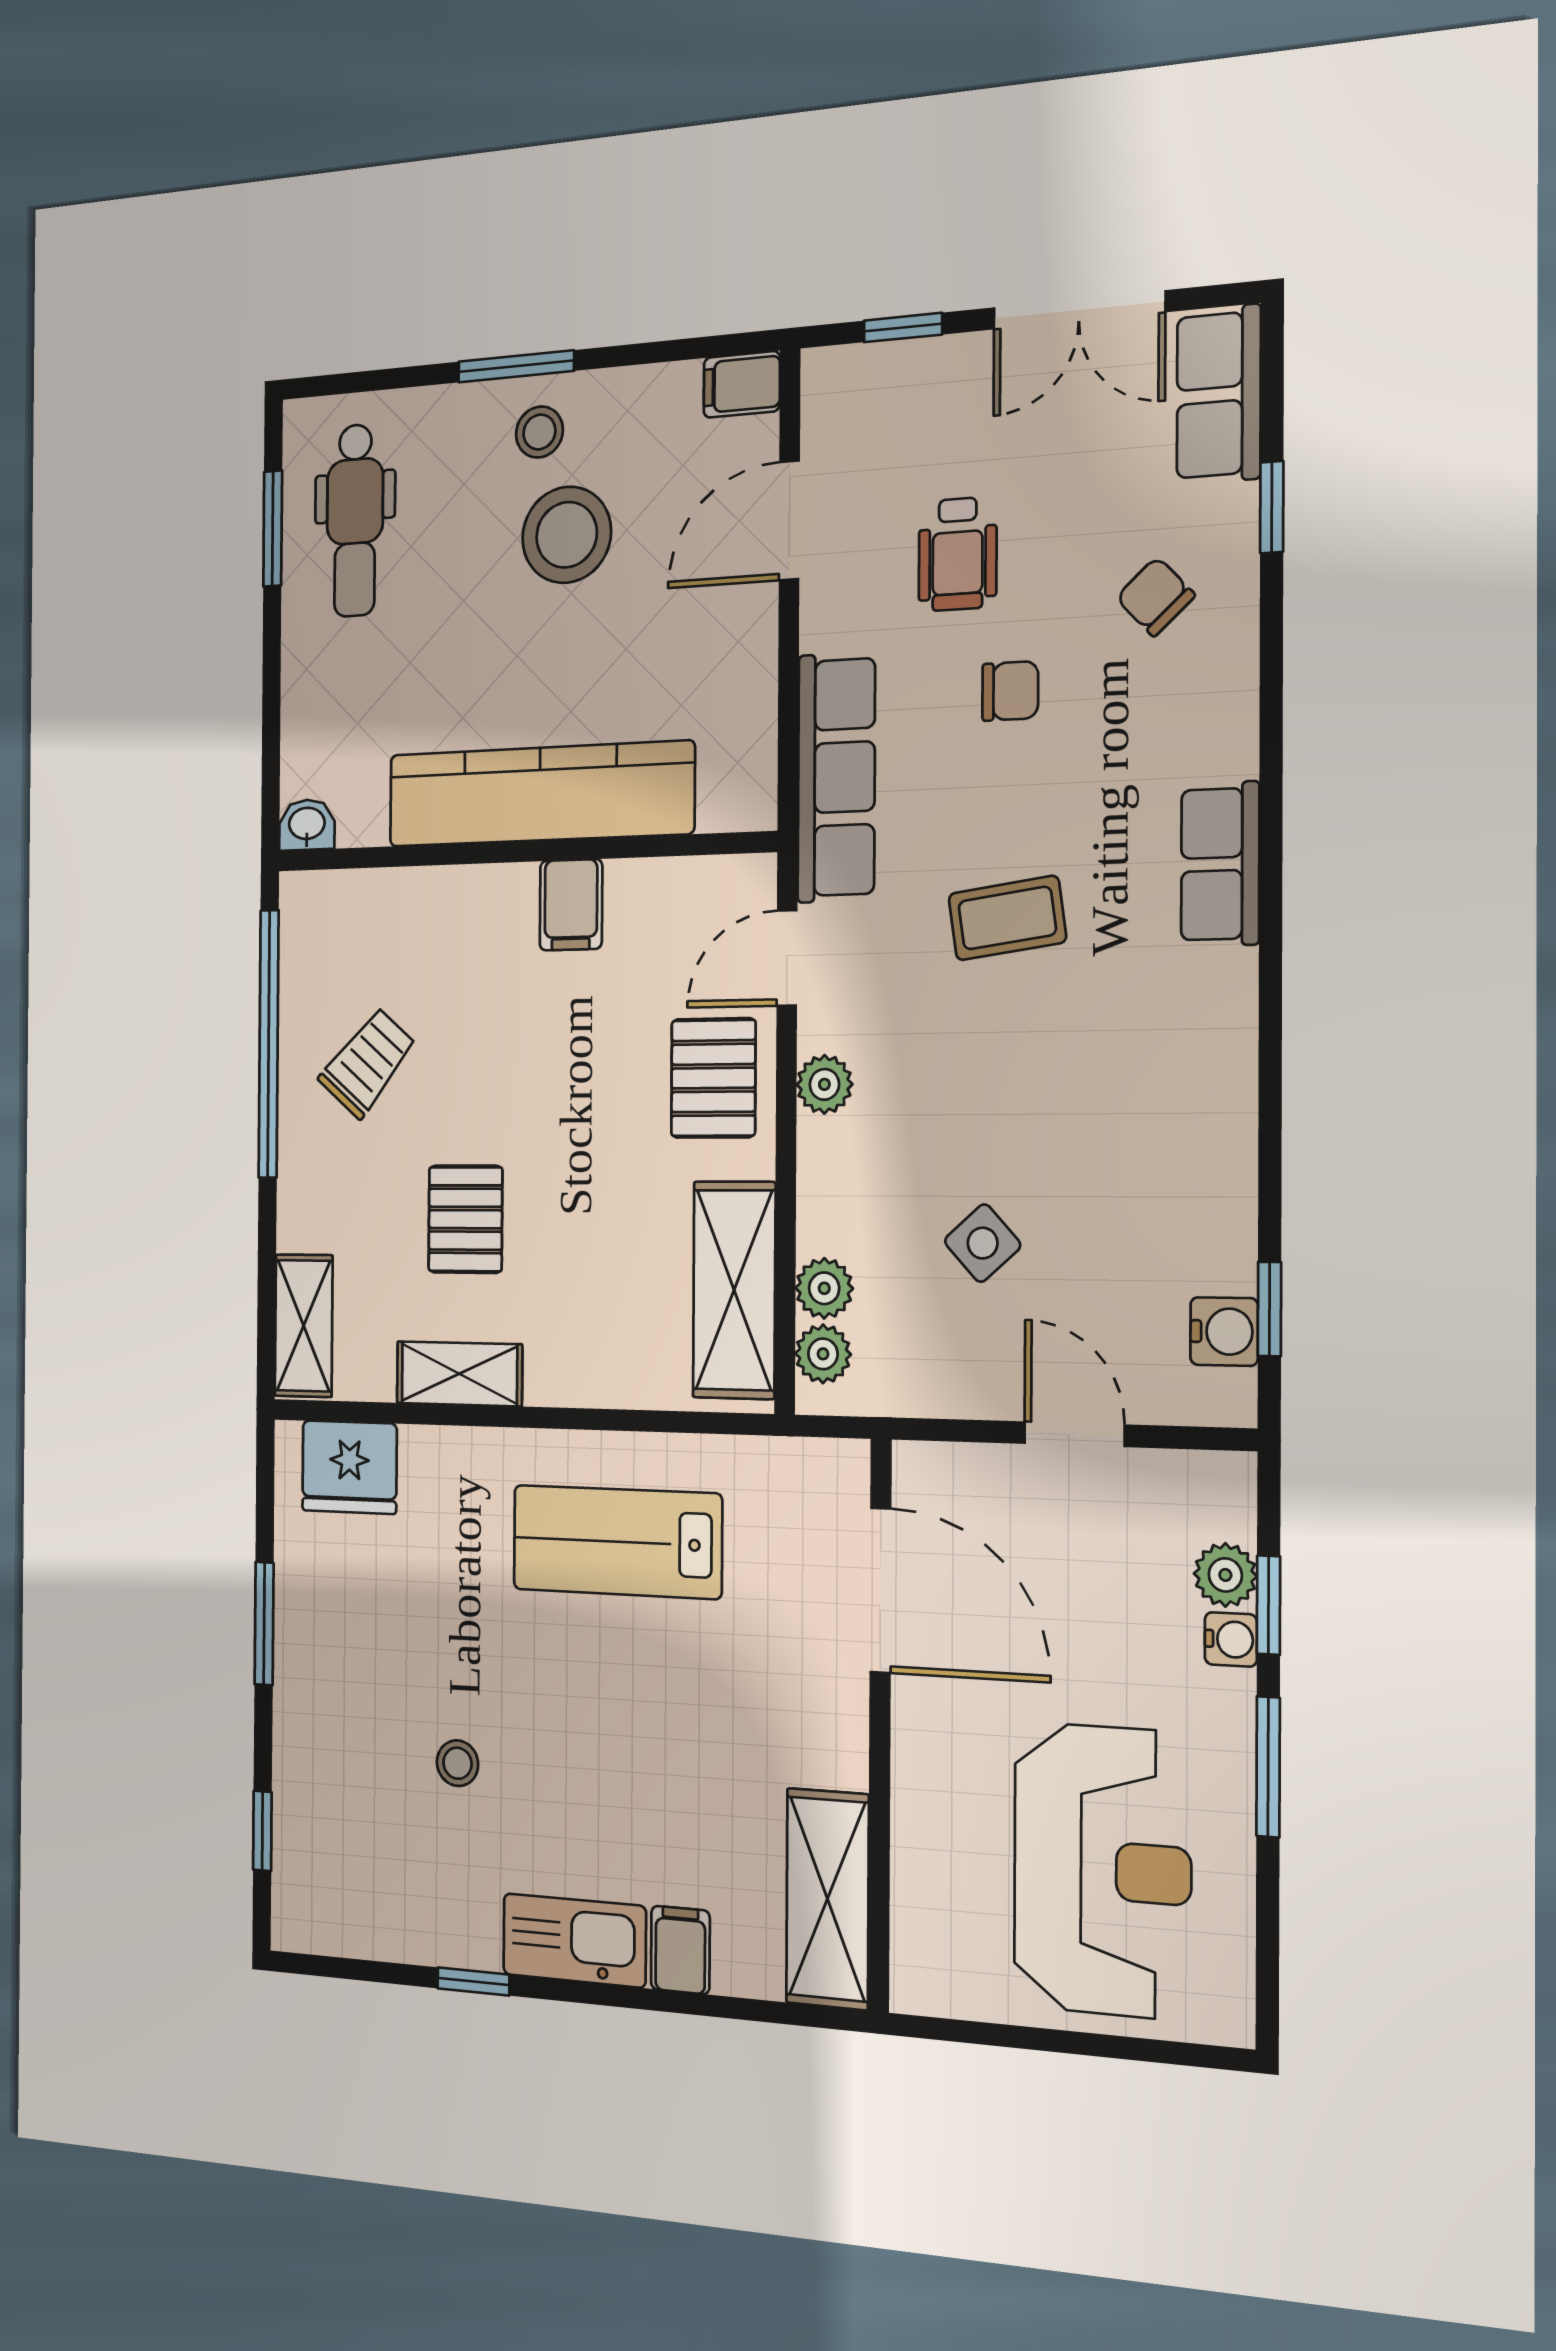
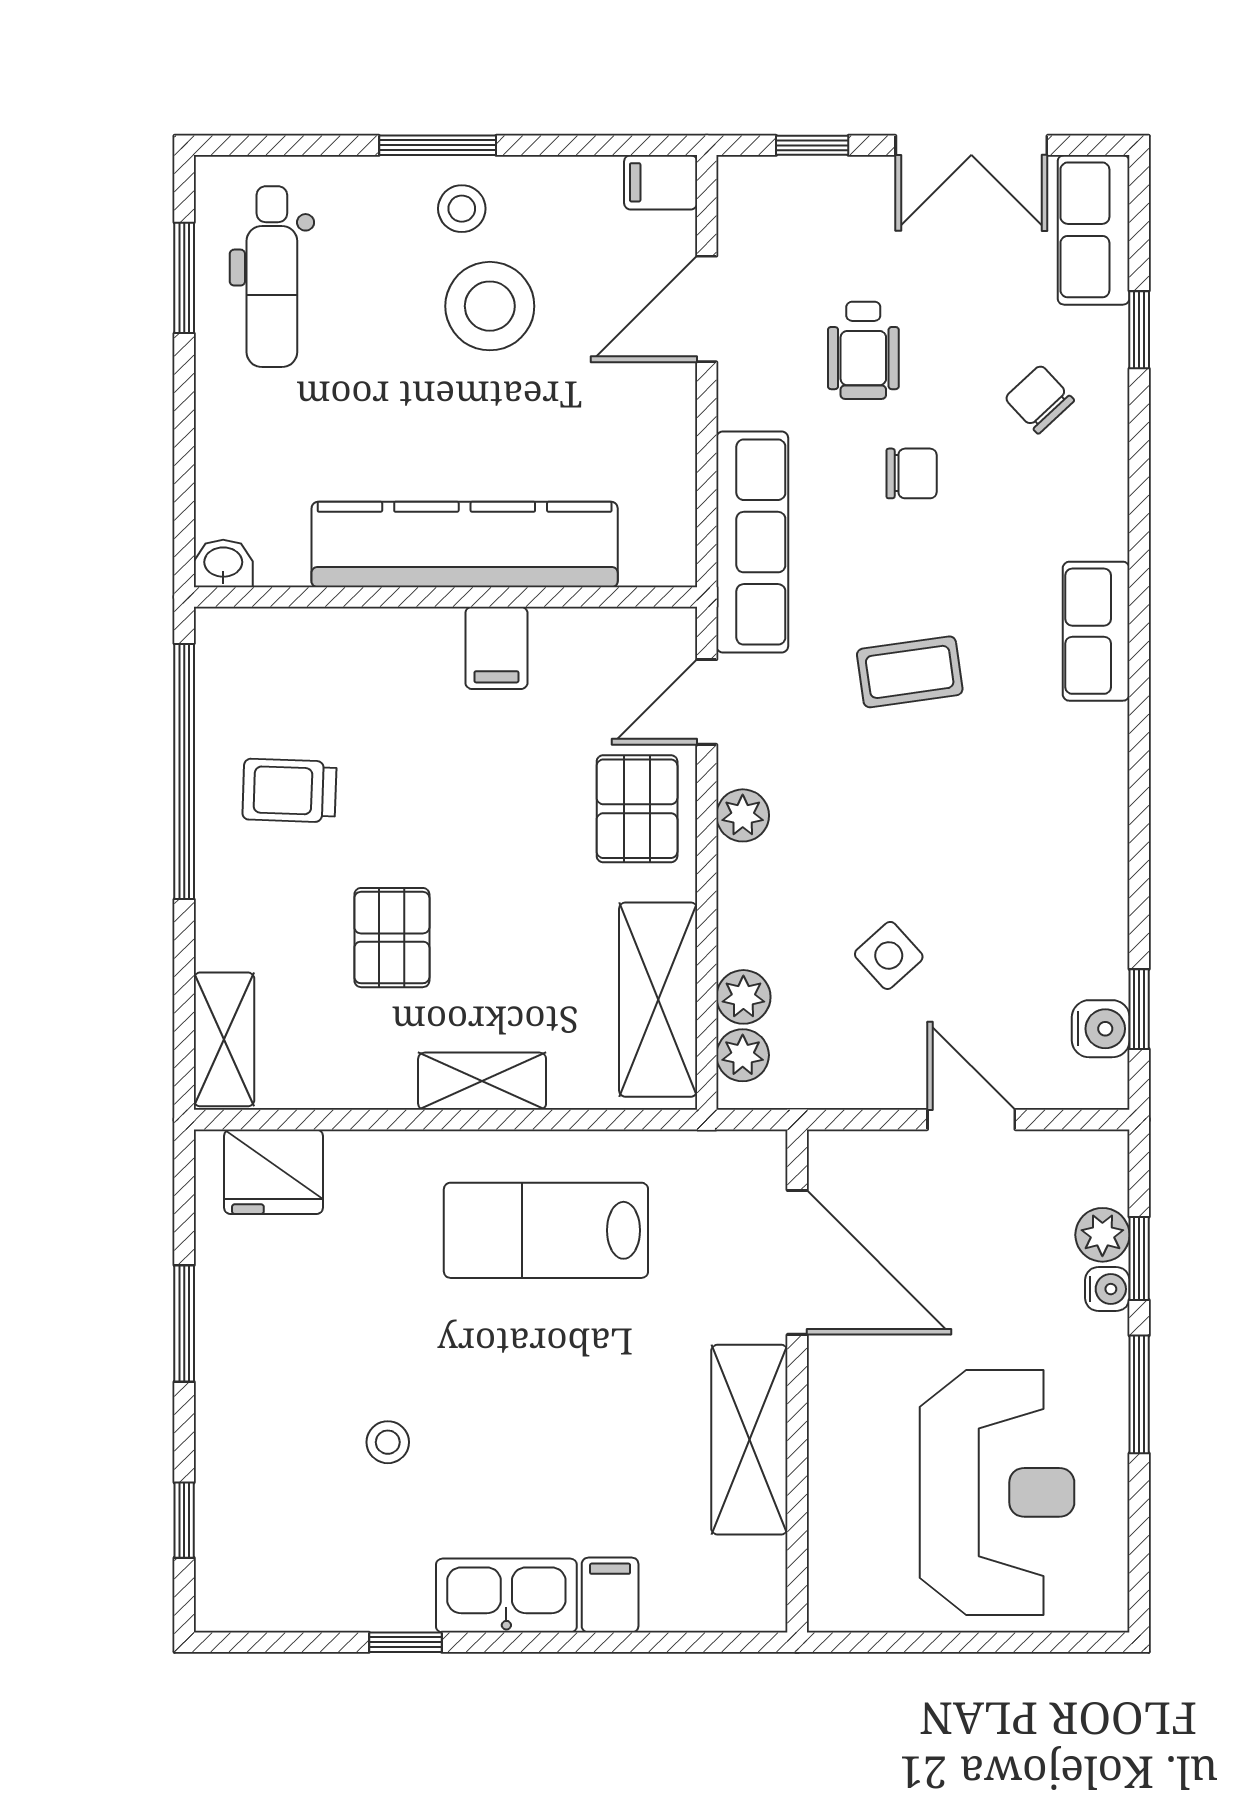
trolley: (368, 1063) -> (289, 791), turned -129
shelving: (459, 1374) -> (482, 1081), moved
shelving: (827, 1899) -> (749, 1440), moved

